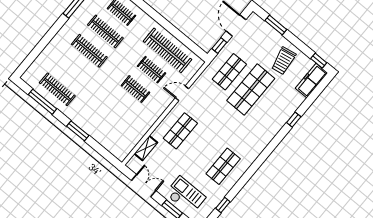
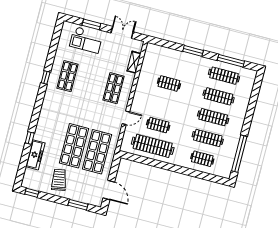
window: (219, 45) -> (114, 168), removed
clothes rail: (73, 70) -> (219, 96), added
shop shelf: (229, 72) -> (97, 152), width x1.43, depth x1.36
freezer: (311, 81) -> (35, 155), moved
clothes rail: (135, 89) -> (169, 83), moved
double door: (144, 186) -> (122, 32), swing flipped
window: (223, 205) -> (46, 77), moved

